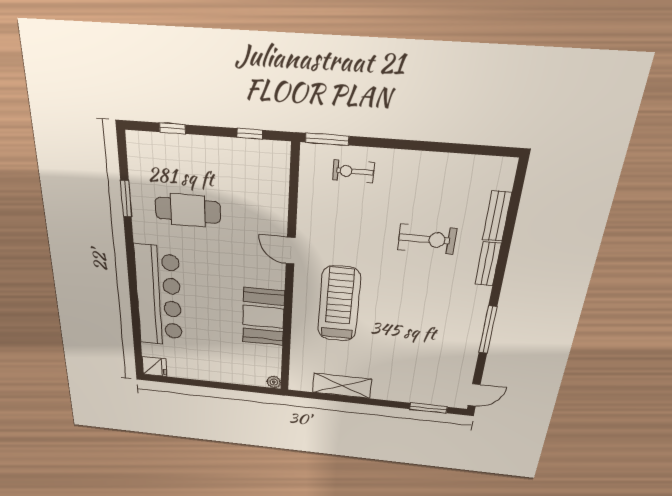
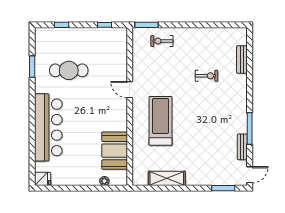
exercise bike: (427, 239) -> (206, 76), width x0.73, depth x0.72
bench: (488, 264) -> (242, 147), moved
booth: (263, 317) -> (115, 151), moved
plant: (274, 382) -> (104, 181), moved

